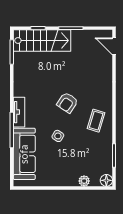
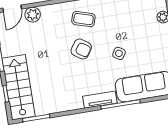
plant: (105, 64) -> (33, 15), added
coffee table: (96, 121) -> (83, 19), moved

